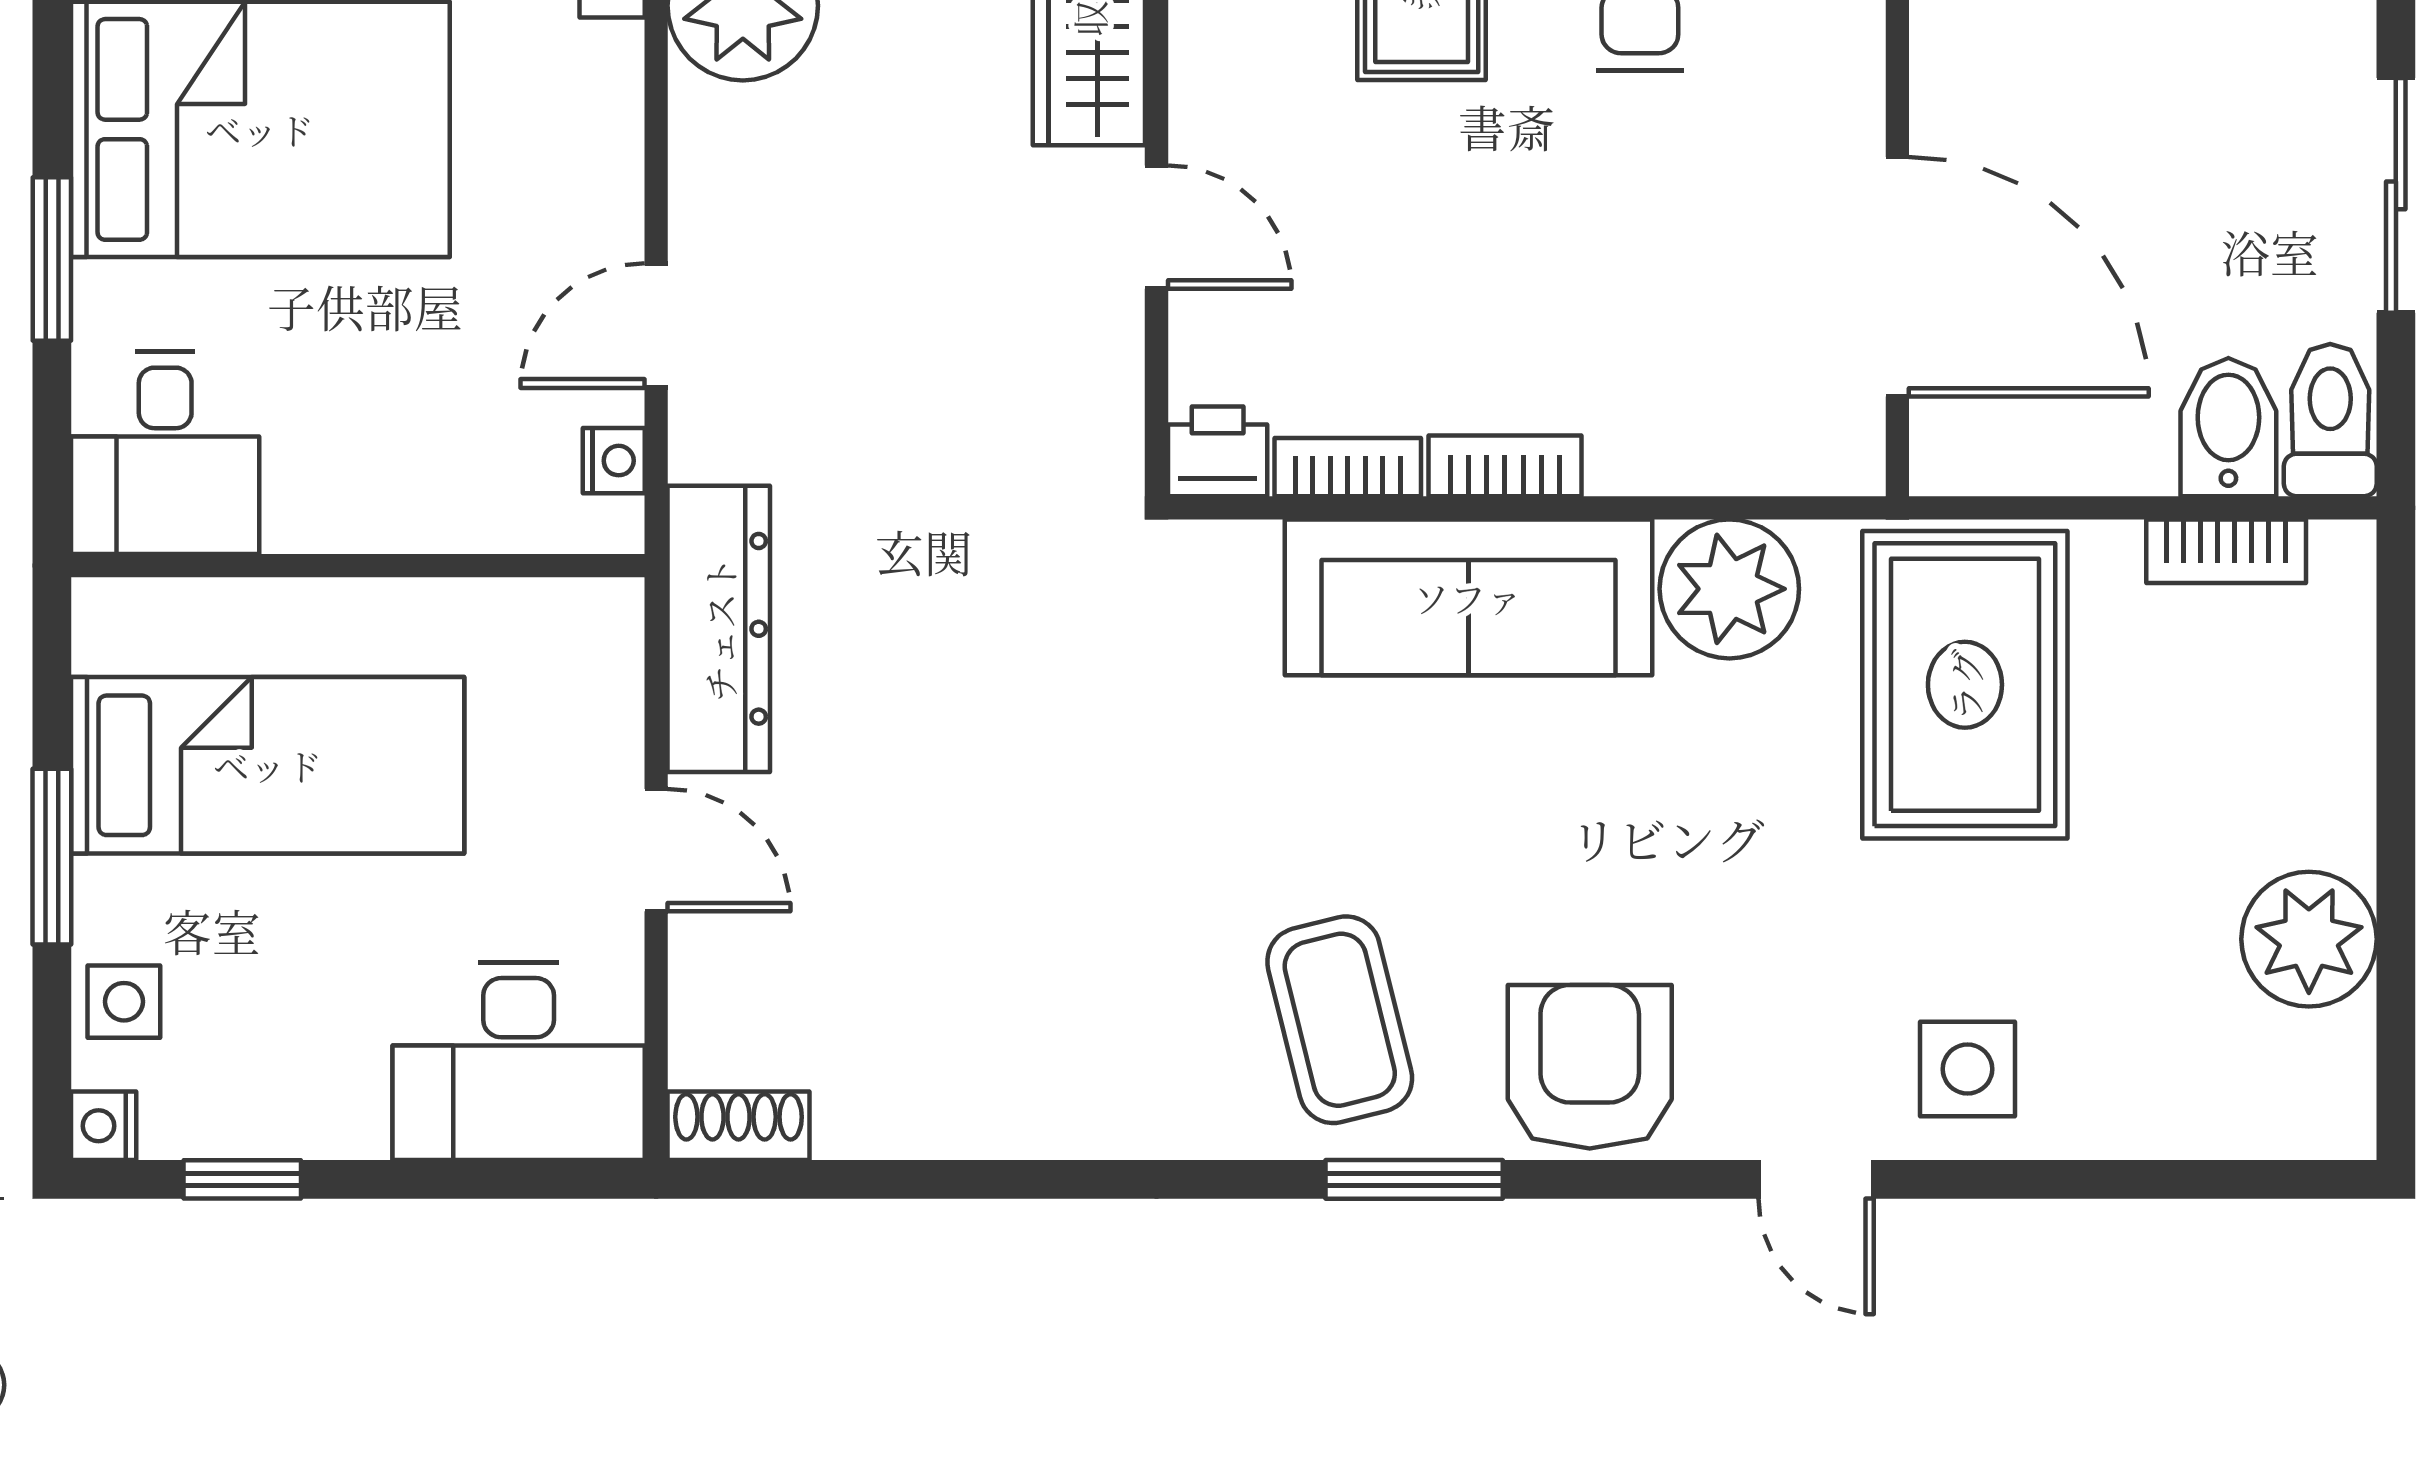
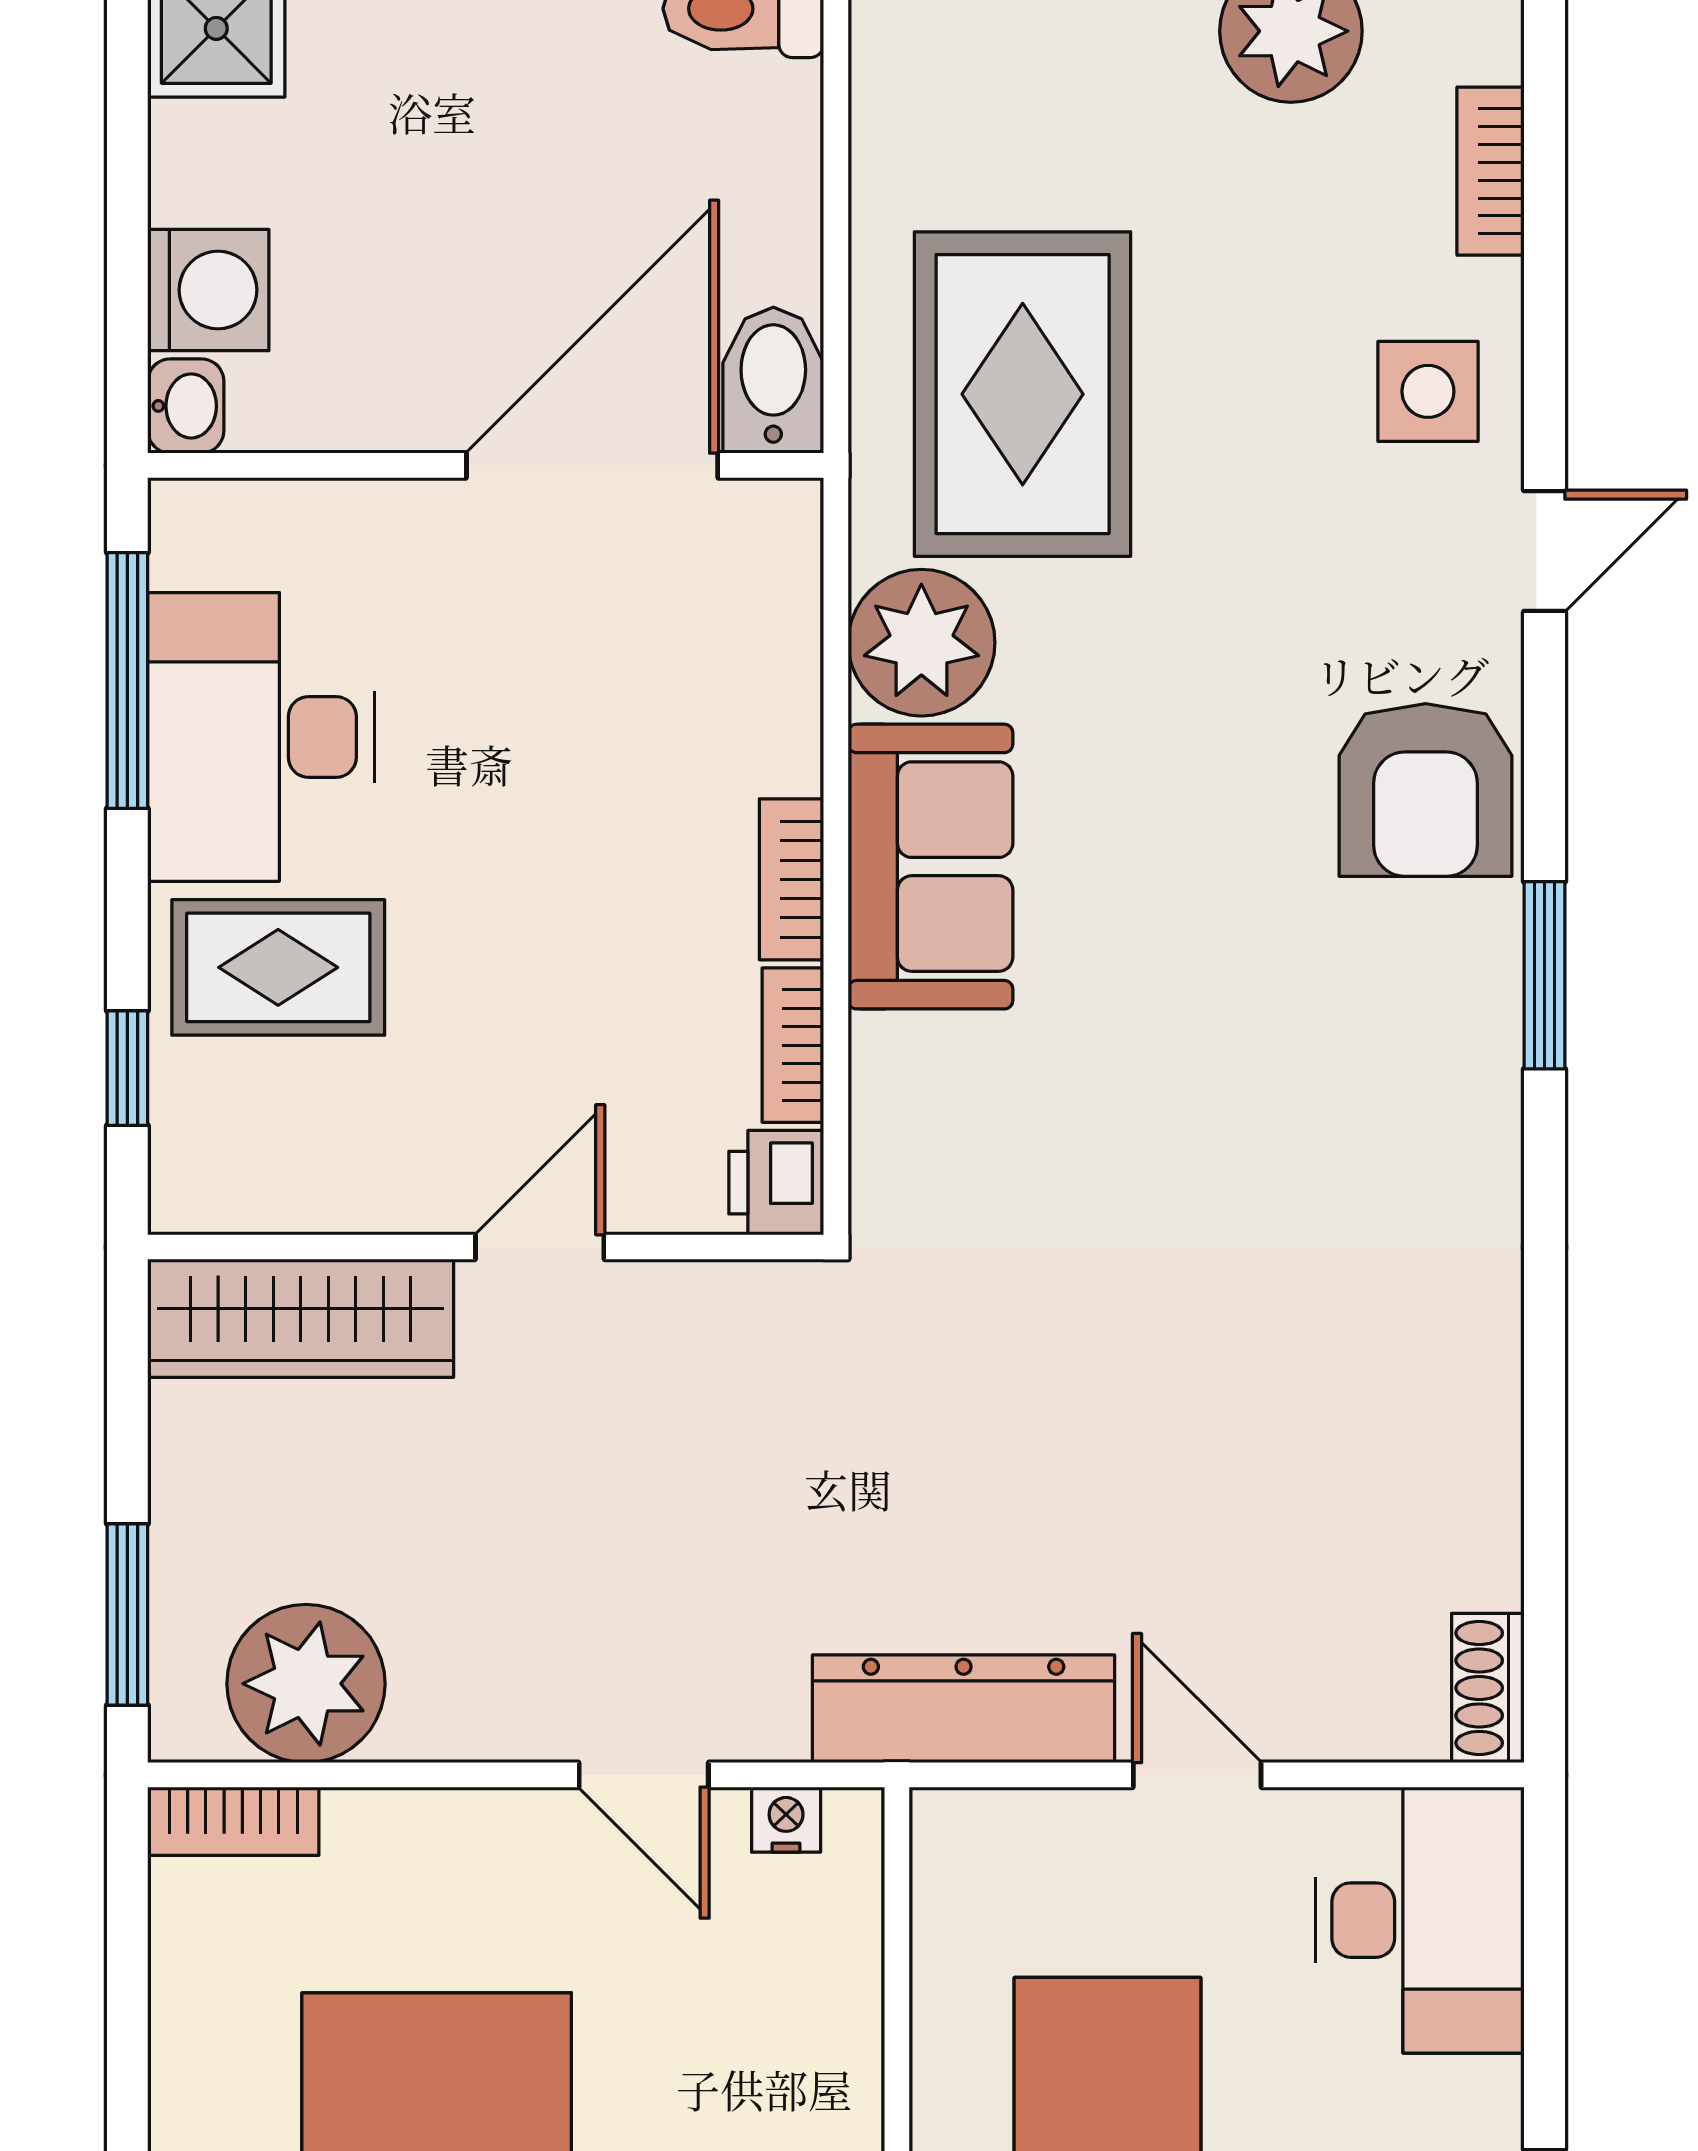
bidet: (2228, 427) -> (773, 380), moved, turned 90
bookcase: (2226, 551) -> (1491, 171), moved, turned 180
sofa: (1468, 597) -> (930, 867), width x0.73
rug: (1965, 685) -> (1023, 394), turned 90
door: (656, 850) -> (1197, 1775), hinge flipped
coffee table: (1340, 1020) -> (1376, 1054), removed
armchair: (1590, 1067) -> (1426, 790), turned -90

